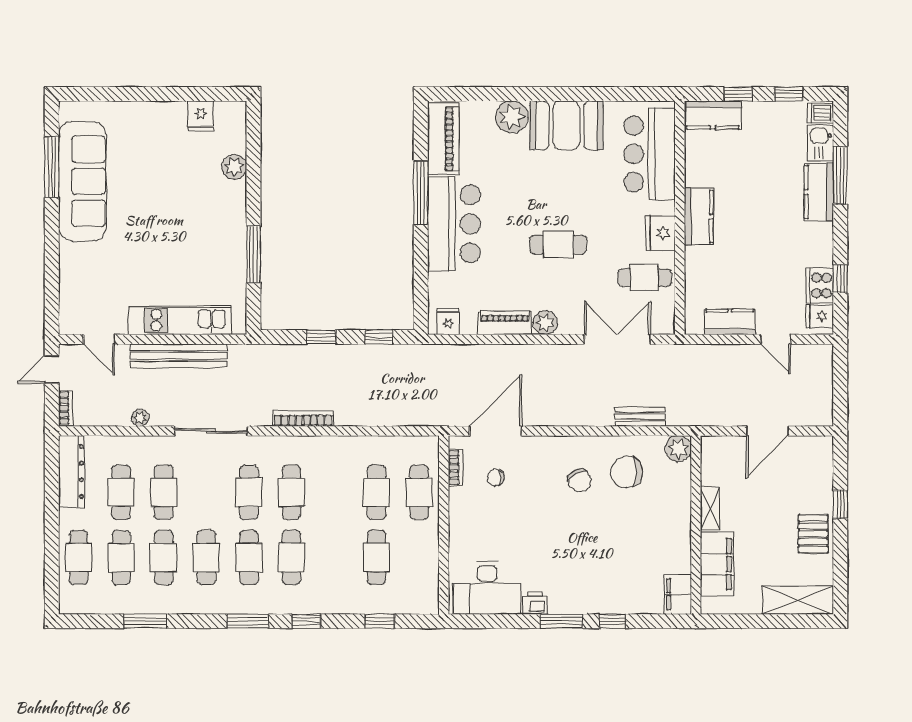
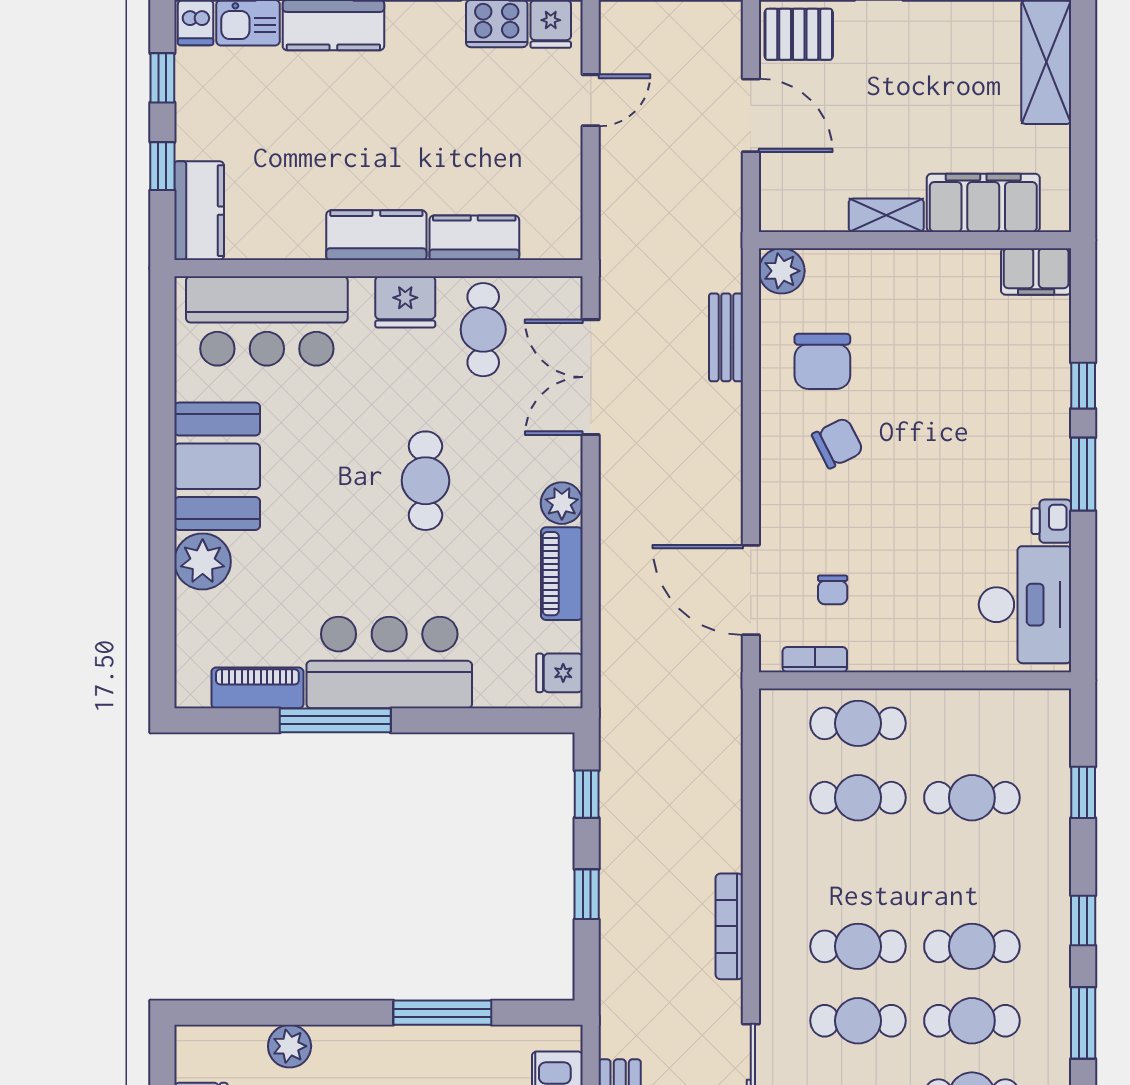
piano: (443, 139) -> (257, 688), width x0.73, depth x0.75
kitchen counter: (730, 322) -> (474, 238), moved, turned 90
pallet: (813, 534) -> (799, 34), moved

